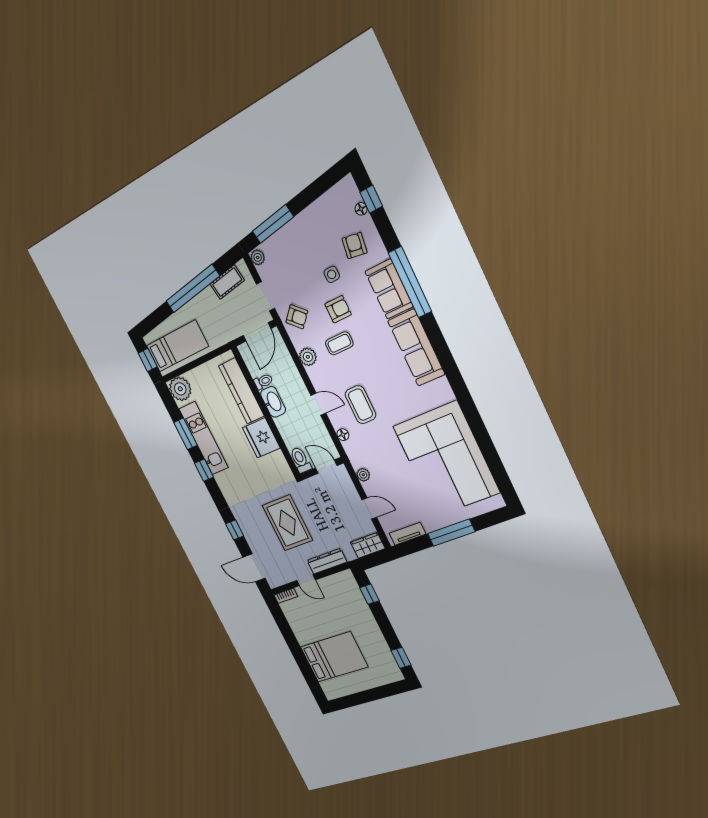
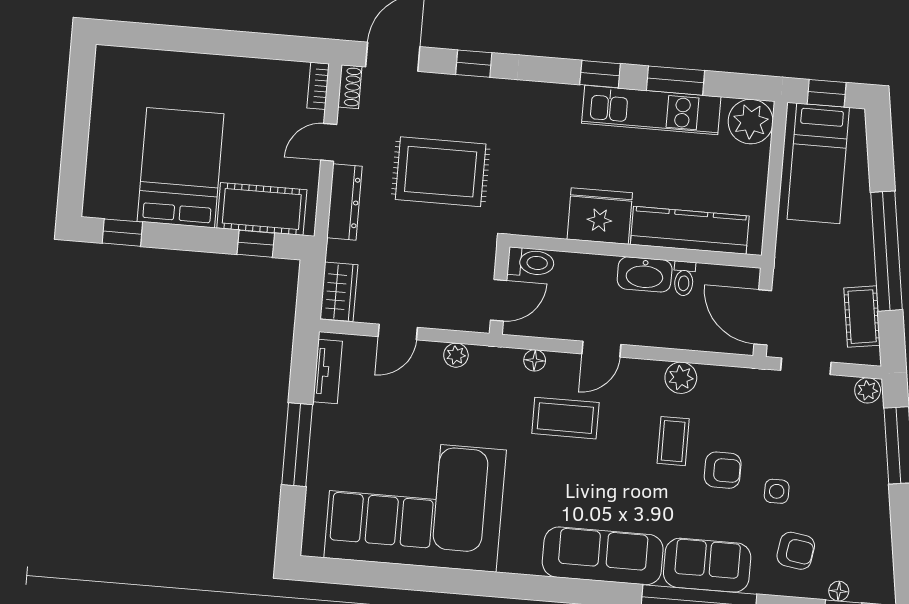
armchair: (338, 309) -> (723, 470), turned -90
armchair: (297, 317) -> (749, 398), removed
shoe rack: (278, 581) -> (350, 87), added
cot: (353, 598) -> (262, 209), added
bed: (334, 657) -> (181, 168), moved, turned 180

